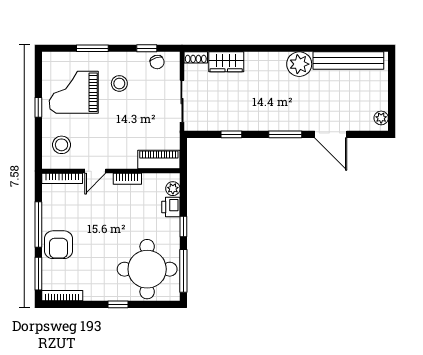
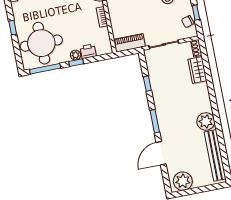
plant: (381, 118) -> (183, 181), width x1.87, depth x1.87
piano: (159, 160) -> (129, 43), moved, turned -90
plant: (173, 189) -> (76, 55), moved

